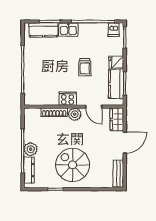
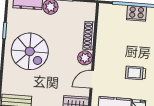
cooker: (68, 99) -> (137, 13), moved, turned 90
spiral stairs: (73, 165) -> (30, 51), turned 90

